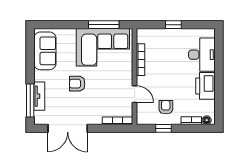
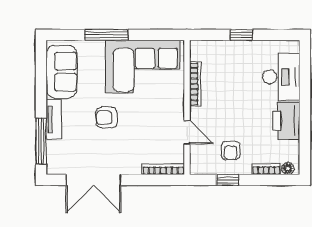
window: (104, 25) -> (106, 35), moved
tv unit: (39, 96) -> (54, 119), moved
armchair: (166, 107) -> (231, 150), turned 180

